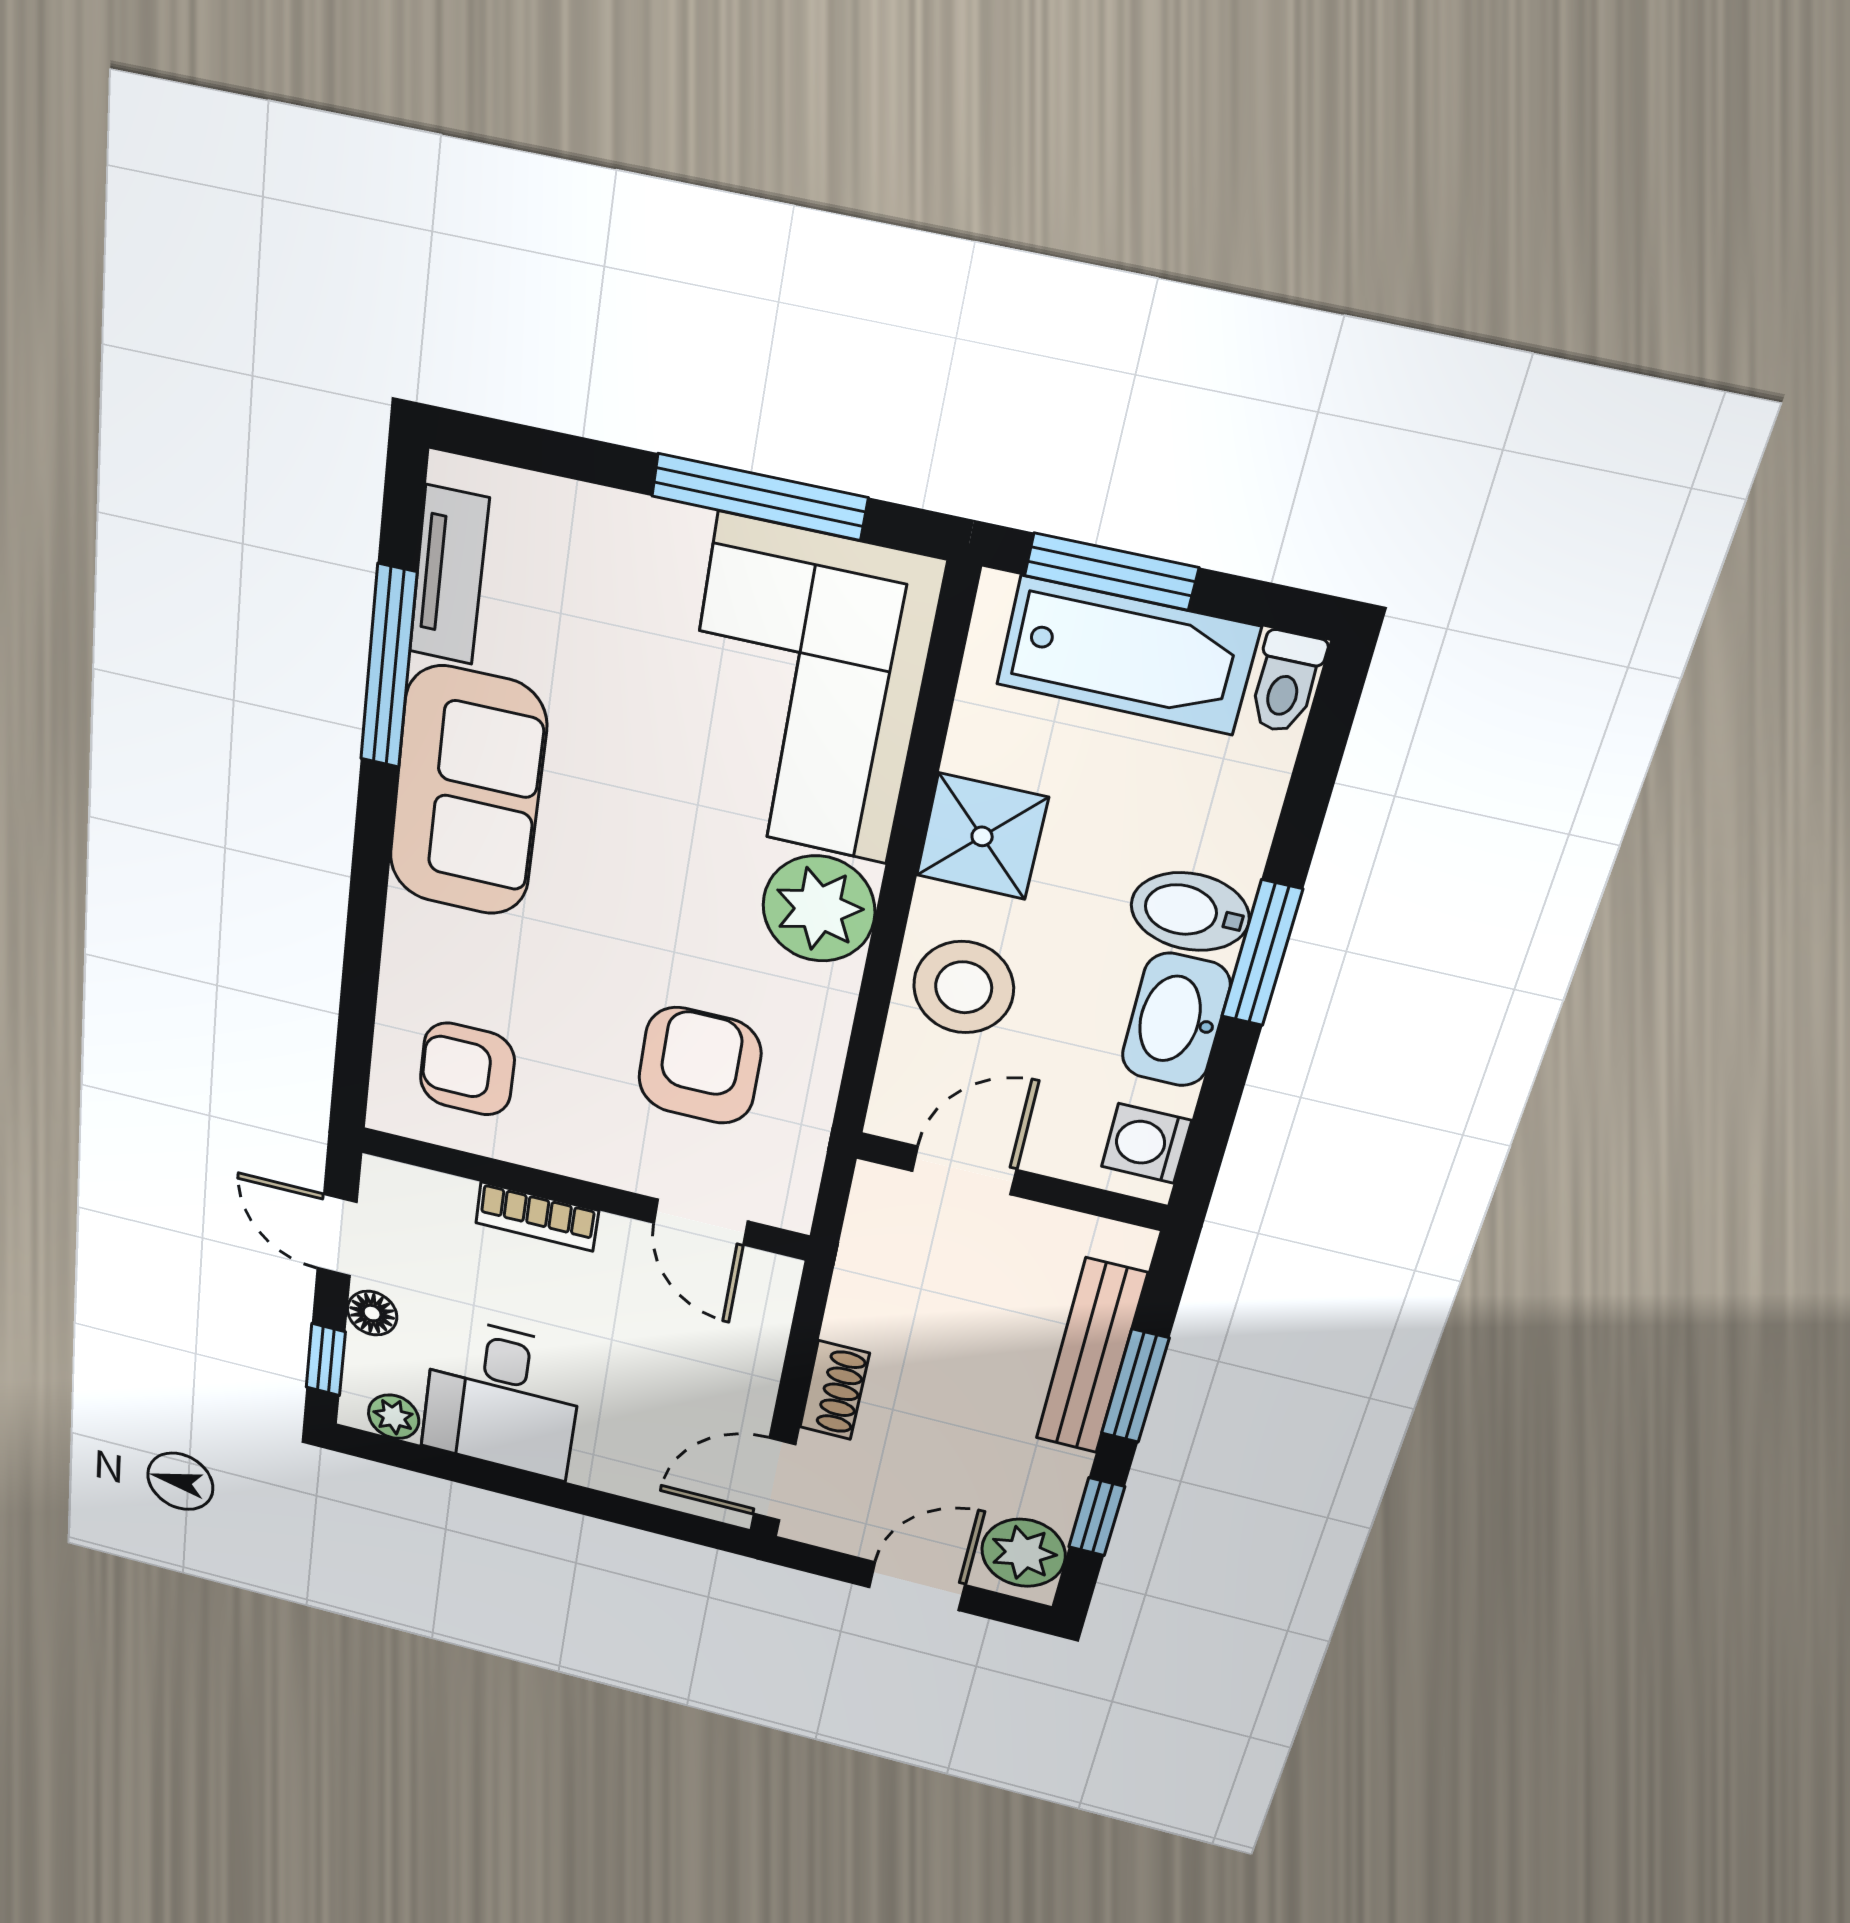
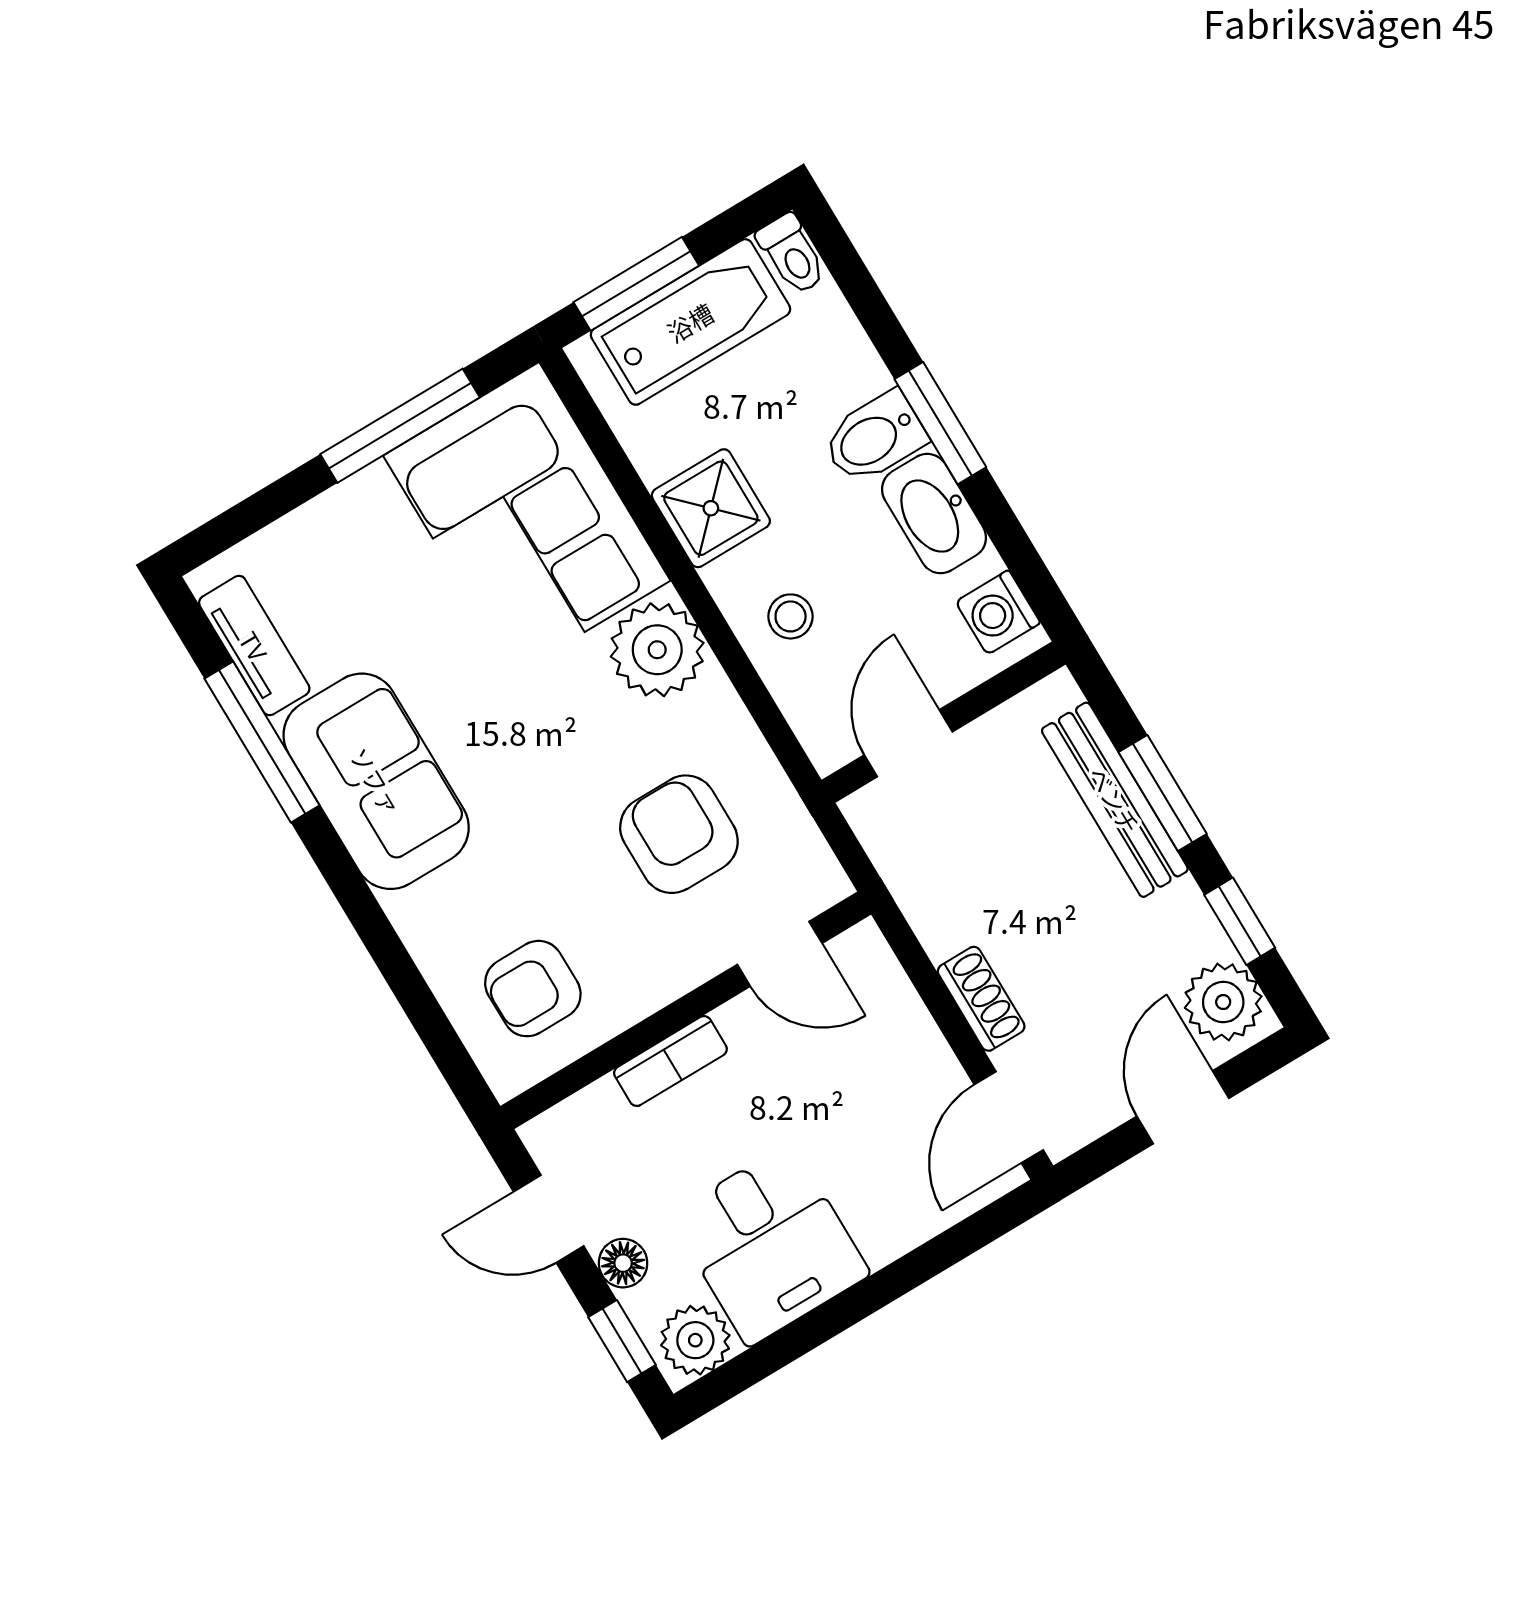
stool: (964, 987) -> (791, 616), width x0.53, depth x0.53
plant: (394, 1417) -> (695, 1340), width x1.38, depth x1.38

